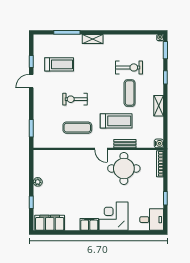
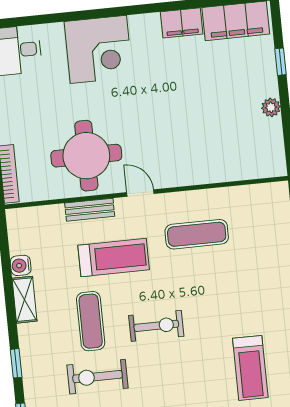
treadmill: (59, 64) -> (250, 368), turned -90
exercise bike: (75, 99) -> (156, 326), moved
treadmill: (116, 121) -> (114, 258), turned 180
water cooler: (159, 143) -> (21, 265), moved
filing cabinet: (89, 224) -> (182, 23), moved

